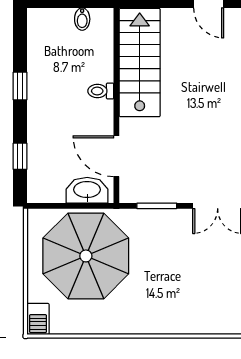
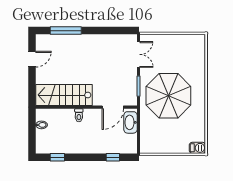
window: (20, 86) -> (57, 157), moved
parasol: (86, 256) -> (168, 96), moved

